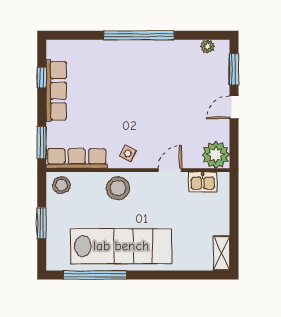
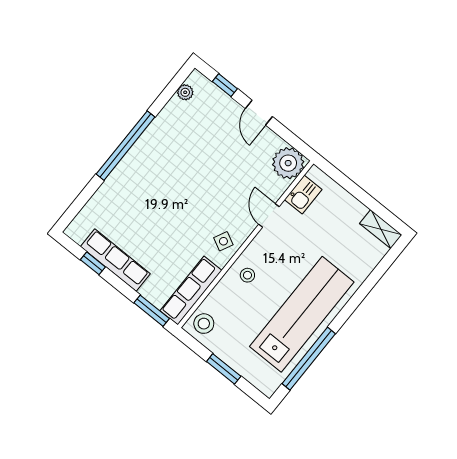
window: (234, 69) -> (225, 85), width x0.67
stool: (118, 188) -> (247, 275), width x0.53, depth x0.53

